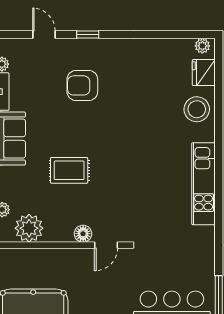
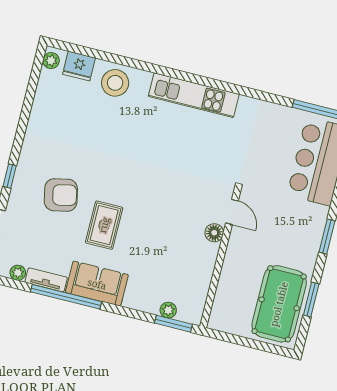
armchair: (82, 85) -> (61, 195), turned -102
rug: (69, 170) -> (104, 225), moved
plant: (29, 228) -> (195, 287), removed

